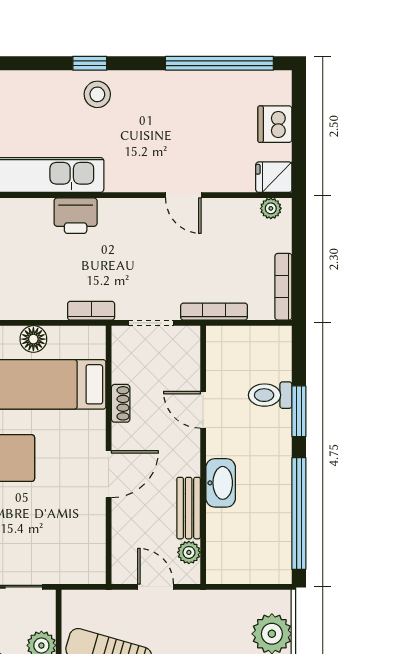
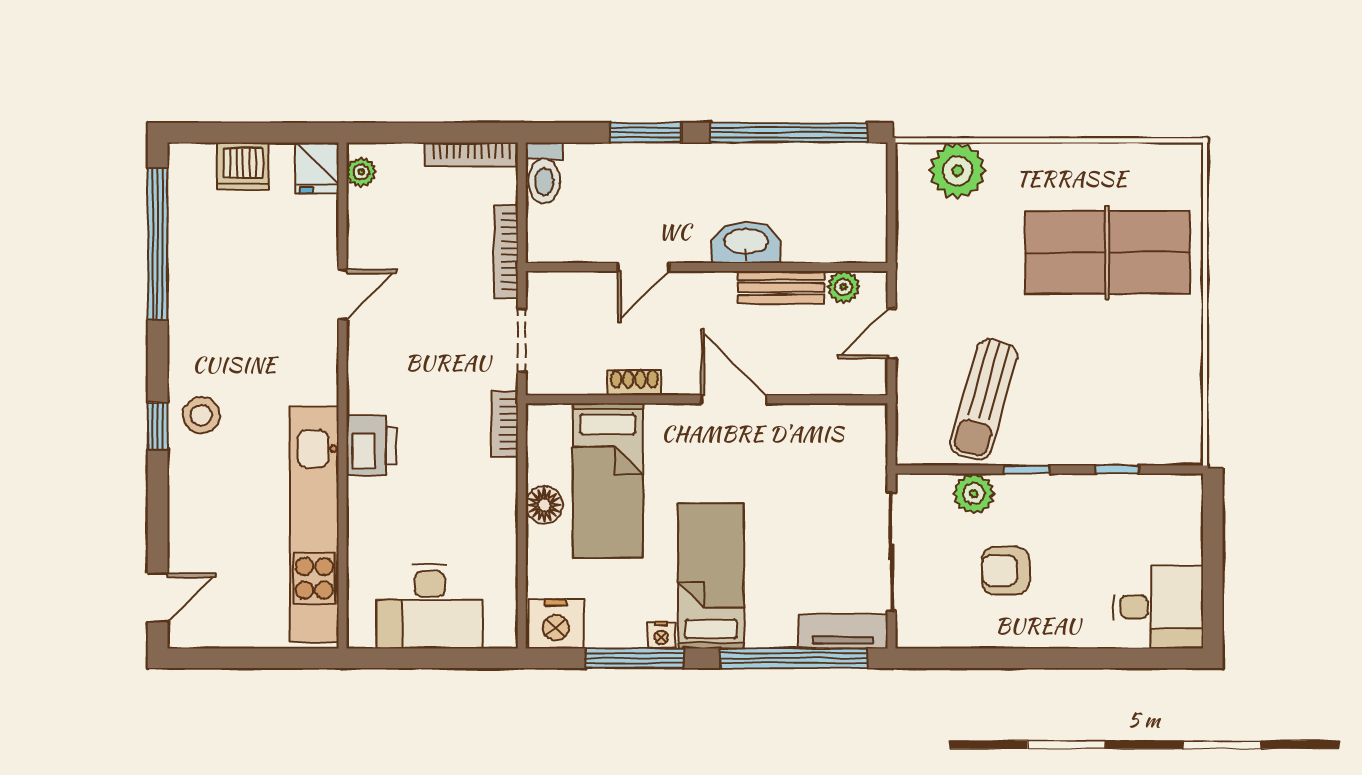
toilet: (270, 395) -> (544, 173), moved

